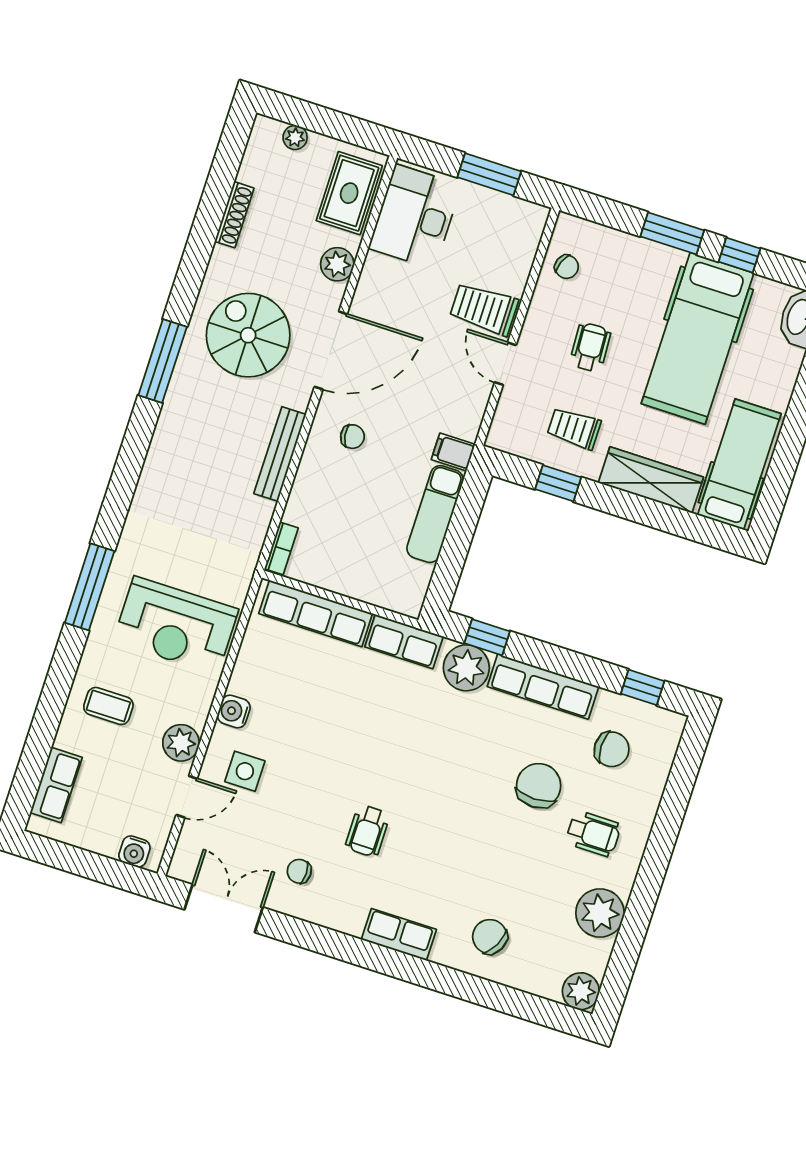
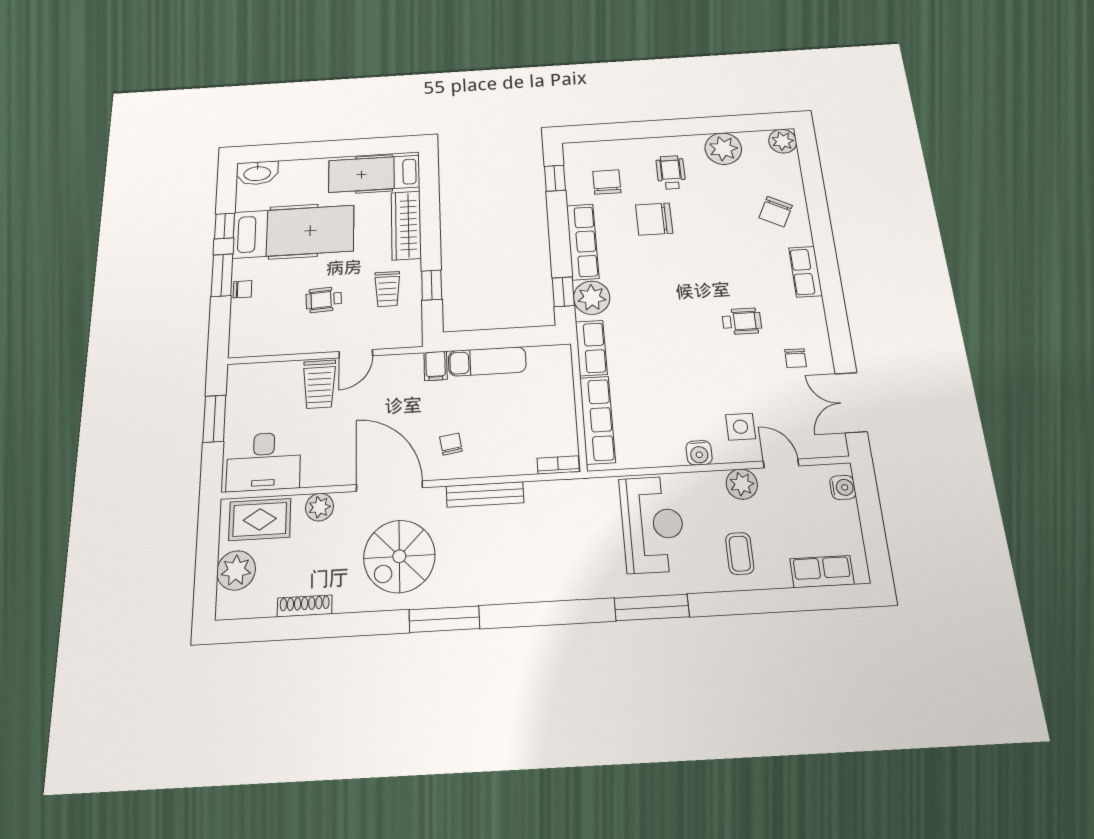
plant: (295, 137) -> (236, 570), width x1.87, depth x1.87
chair: (567, 267) -> (242, 289), moved, turned 68

